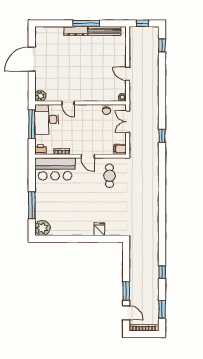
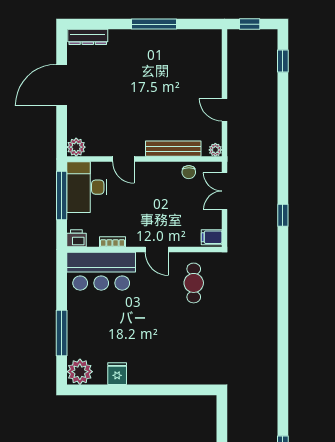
dresser: (76, 31) -> (88, 37), moved
bench: (104, 31) -> (173, 149), moved
fridge: (99, 229) -> (117, 374), moved

